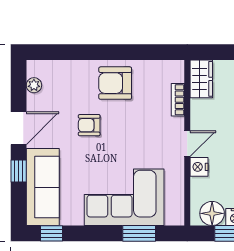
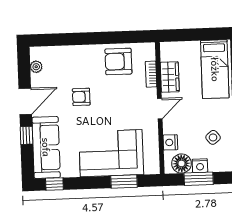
wardrobe: (201, 79) -> (170, 77), moved
armchair: (115, 83) -> (118, 61), moved
nightstand: (199, 167) -> (170, 142), moved

